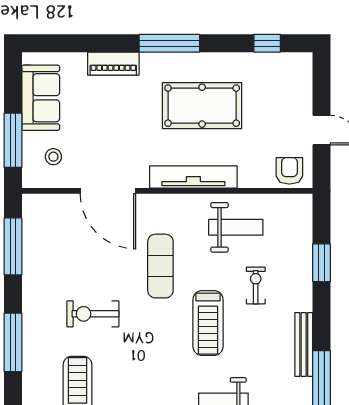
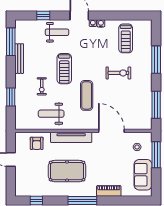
armchair: (289, 171) -> (37, 143), moved
treadmill: (208, 323) -> (64, 69), turned 180

